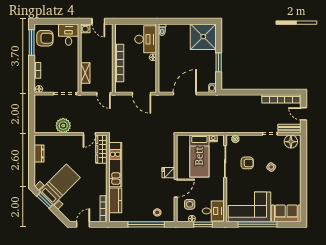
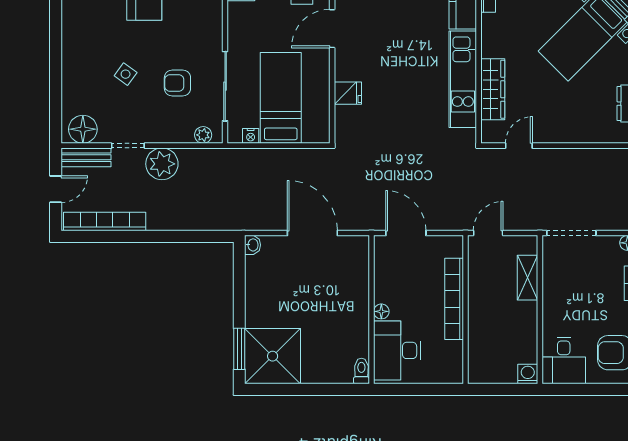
door: (98, 21) -> (499, 389), removed
window: (219, 62) -> (239, 349), moved
door: (104, 94) -> (488, 233), hinge flipped
door: (185, 94) -> (312, 233), swing flipped
door: (304, 114) -> (56, 189), hinge flipped
plant: (63, 126) -> (162, 164), moved
wardrobe: (101, 149) -> (493, 89), moved
fridge: (168, 173) -> (348, 93), moved

